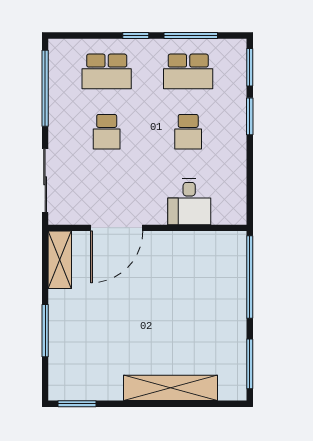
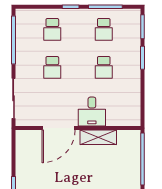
school desk: (107, 71) -> (52, 29), width x0.54
school desk: (188, 71) -> (104, 29), width x0.54
desk: (189, 202) -> (92, 112), moved
shelving: (60, 260) -> (98, 137), moved, turned 90

